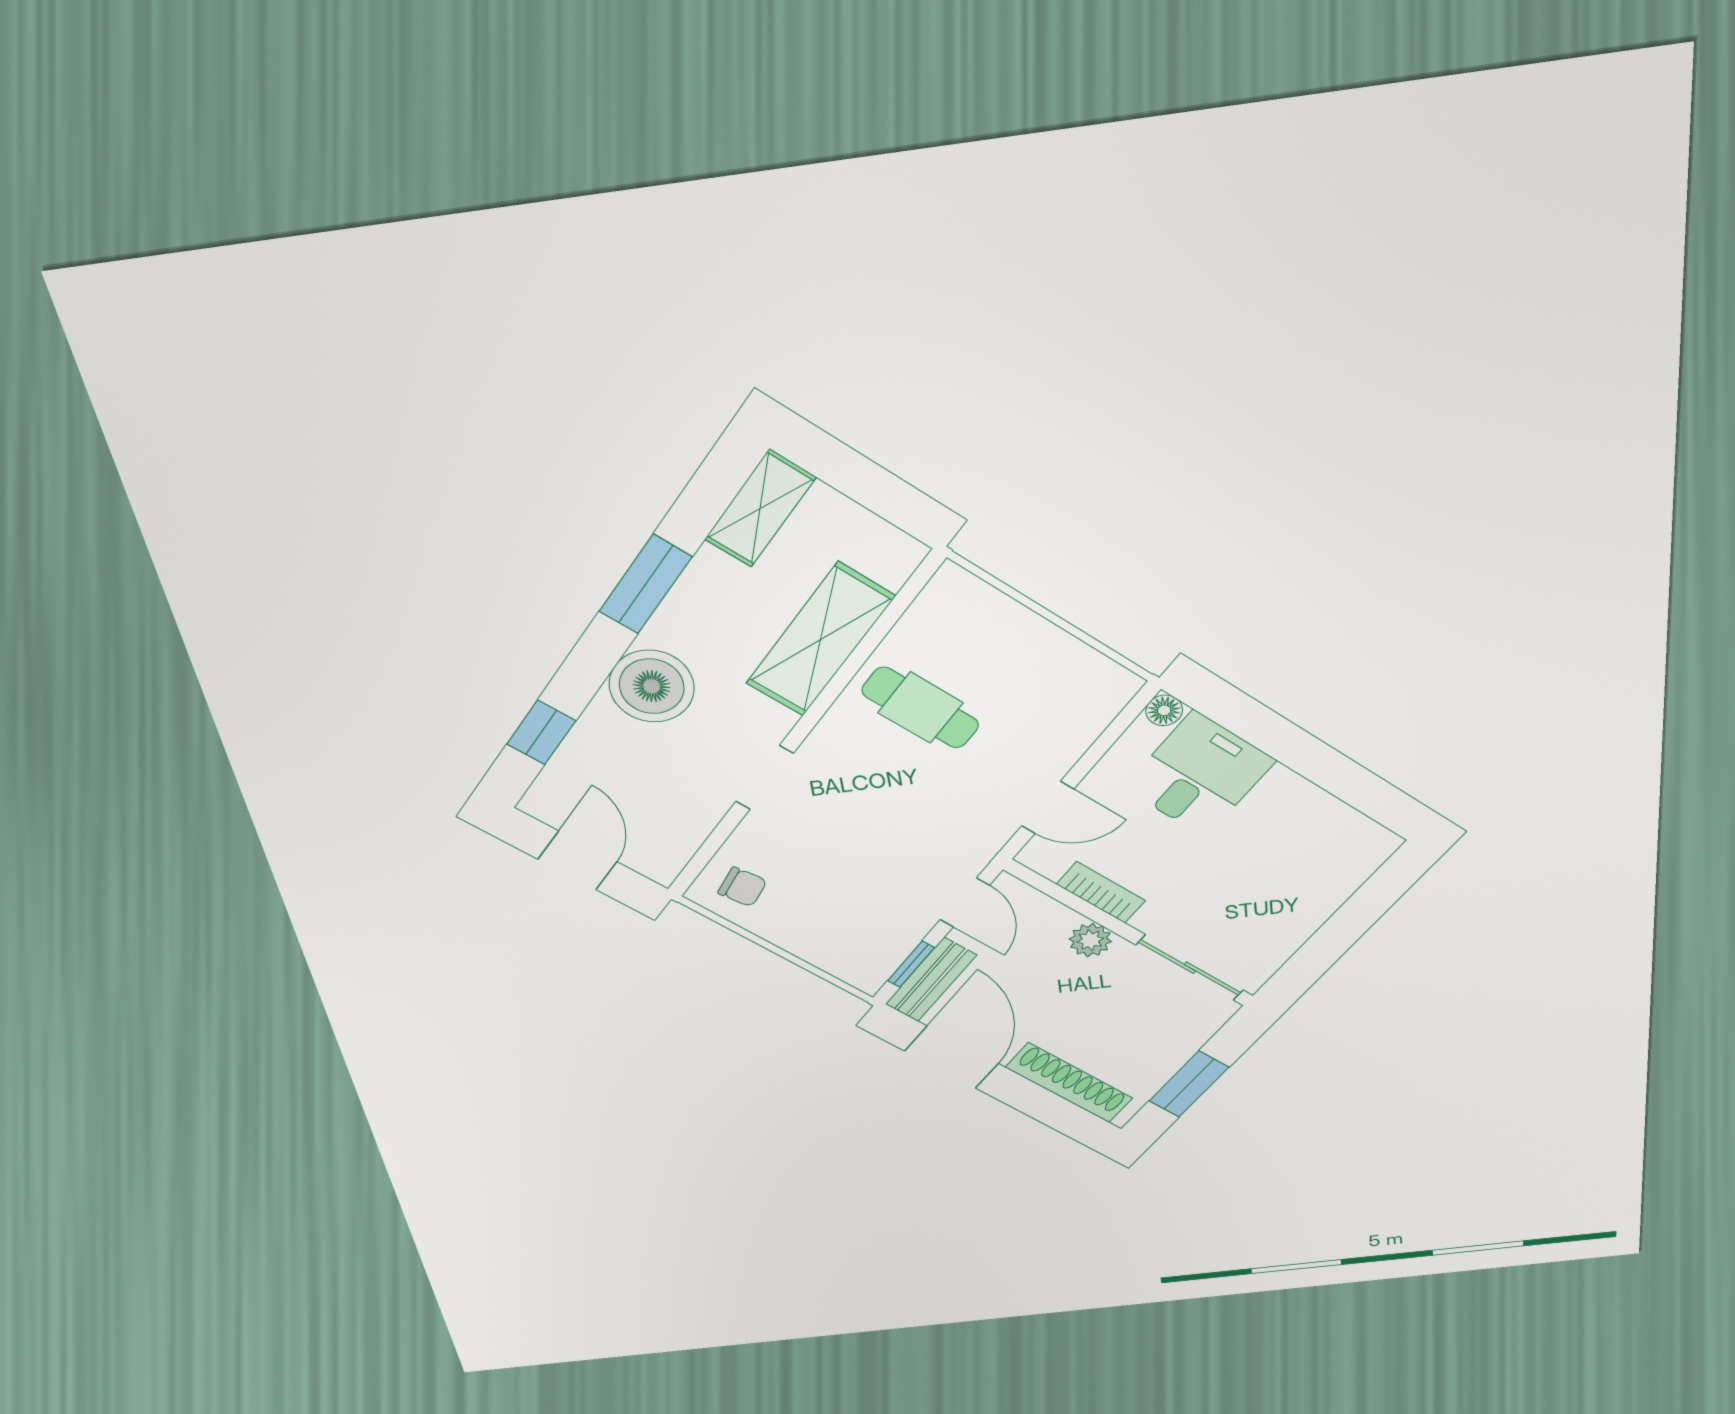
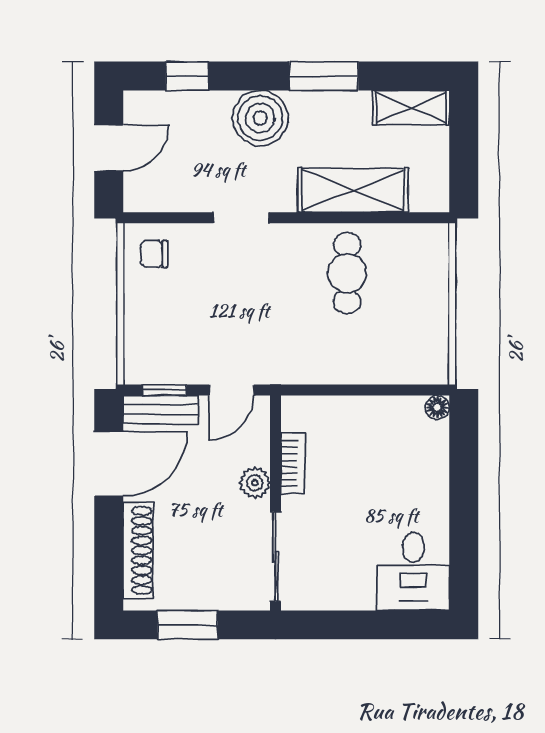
desk: (1199, 774) -> (413, 572), moved, turned 90
door: (1048, 807) -> (330, 390), removed
chair: (742, 887) -> (154, 254), turned 97

